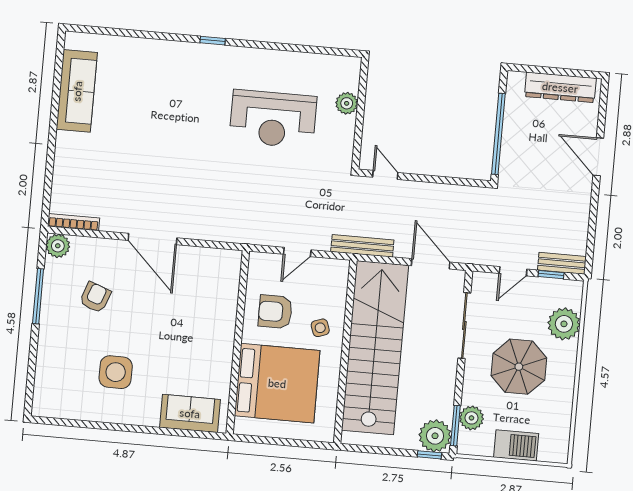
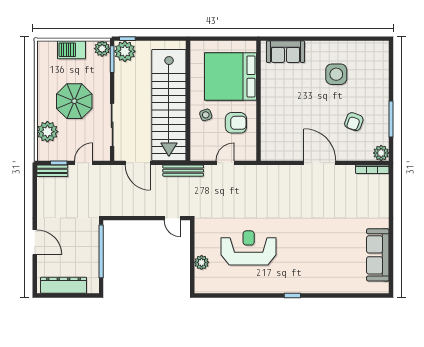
plant: (471, 418) -> (102, 49), moved

